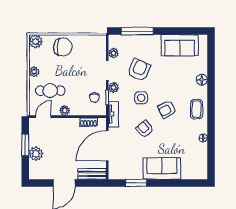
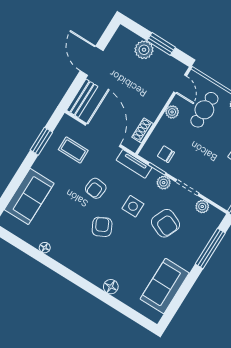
coffee table: (196, 109) -> (73, 150), moved
armchair: (145, 129) -> (96, 188), turned 137
sofa: (162, 169) -> (29, 197), moved

